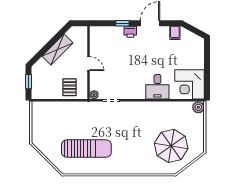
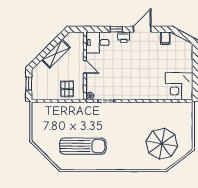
desk: (157, 87) -> (97, 43), moved, turned 90
plant: (198, 107) -> (187, 108), removed

